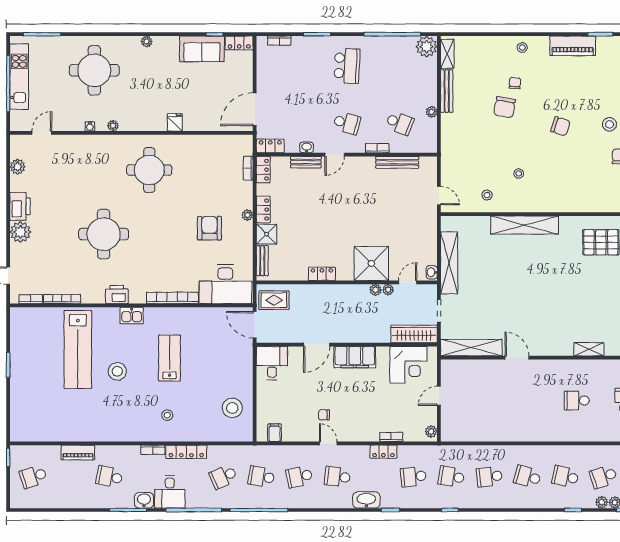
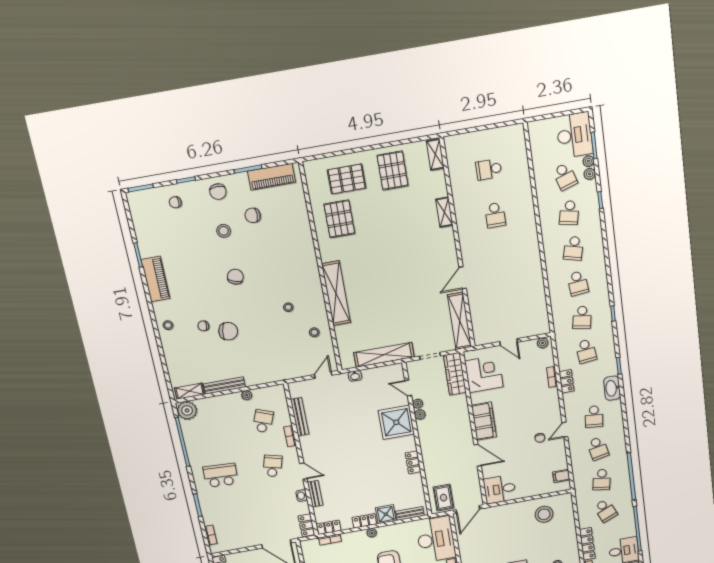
washbasin: (432, 272) -> (355, 376), moved

